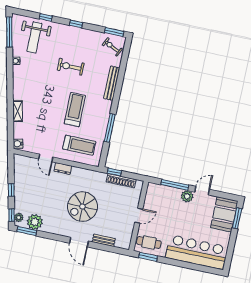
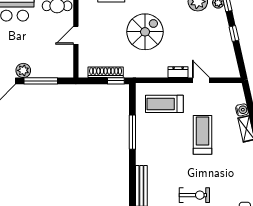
treadmill: (75, 110) -> (202, 135), moved, turned 180
water cooler: (18, 144) -> (242, 110), moved

